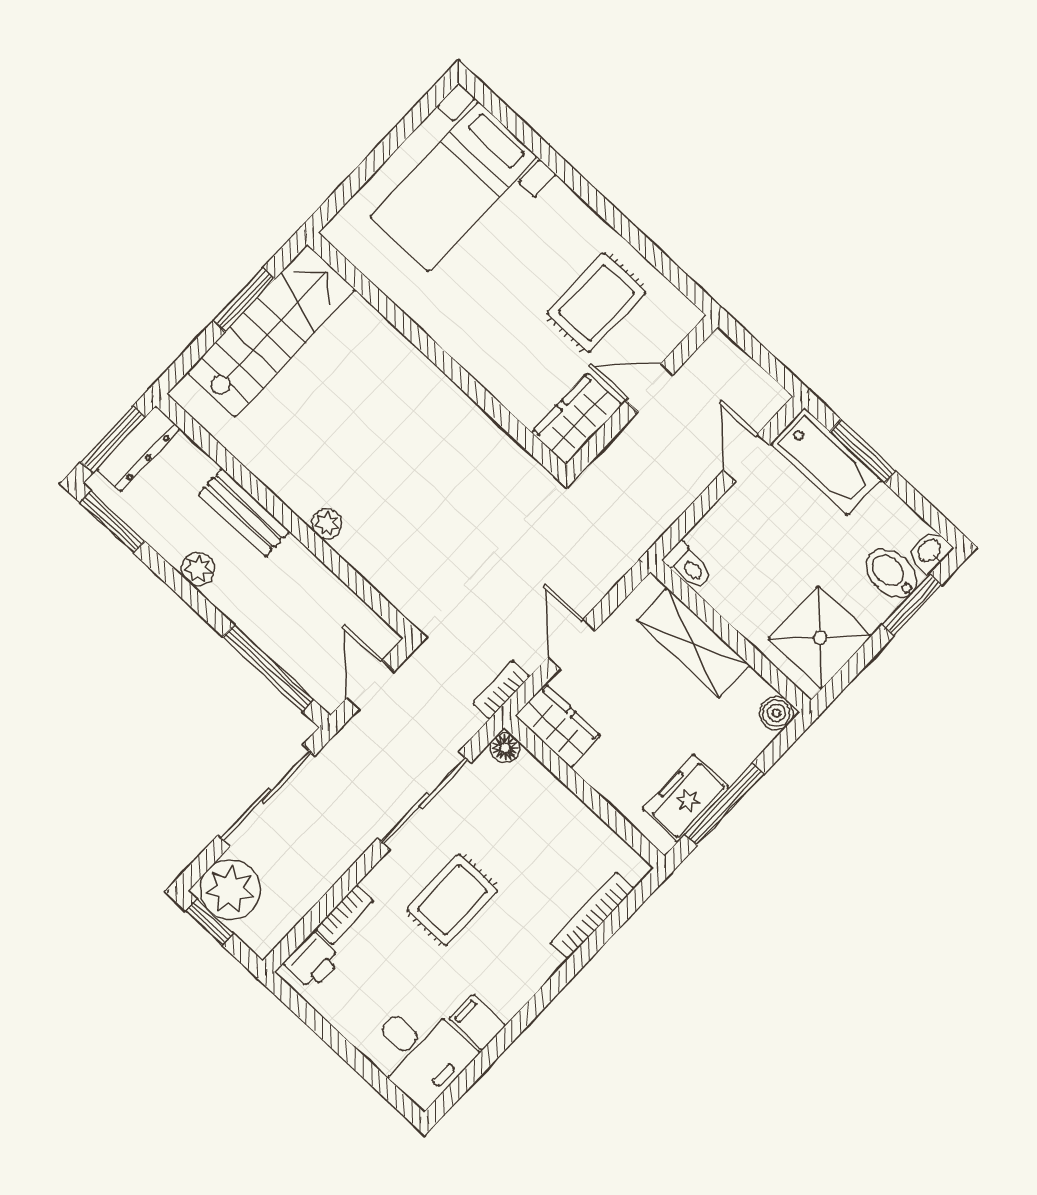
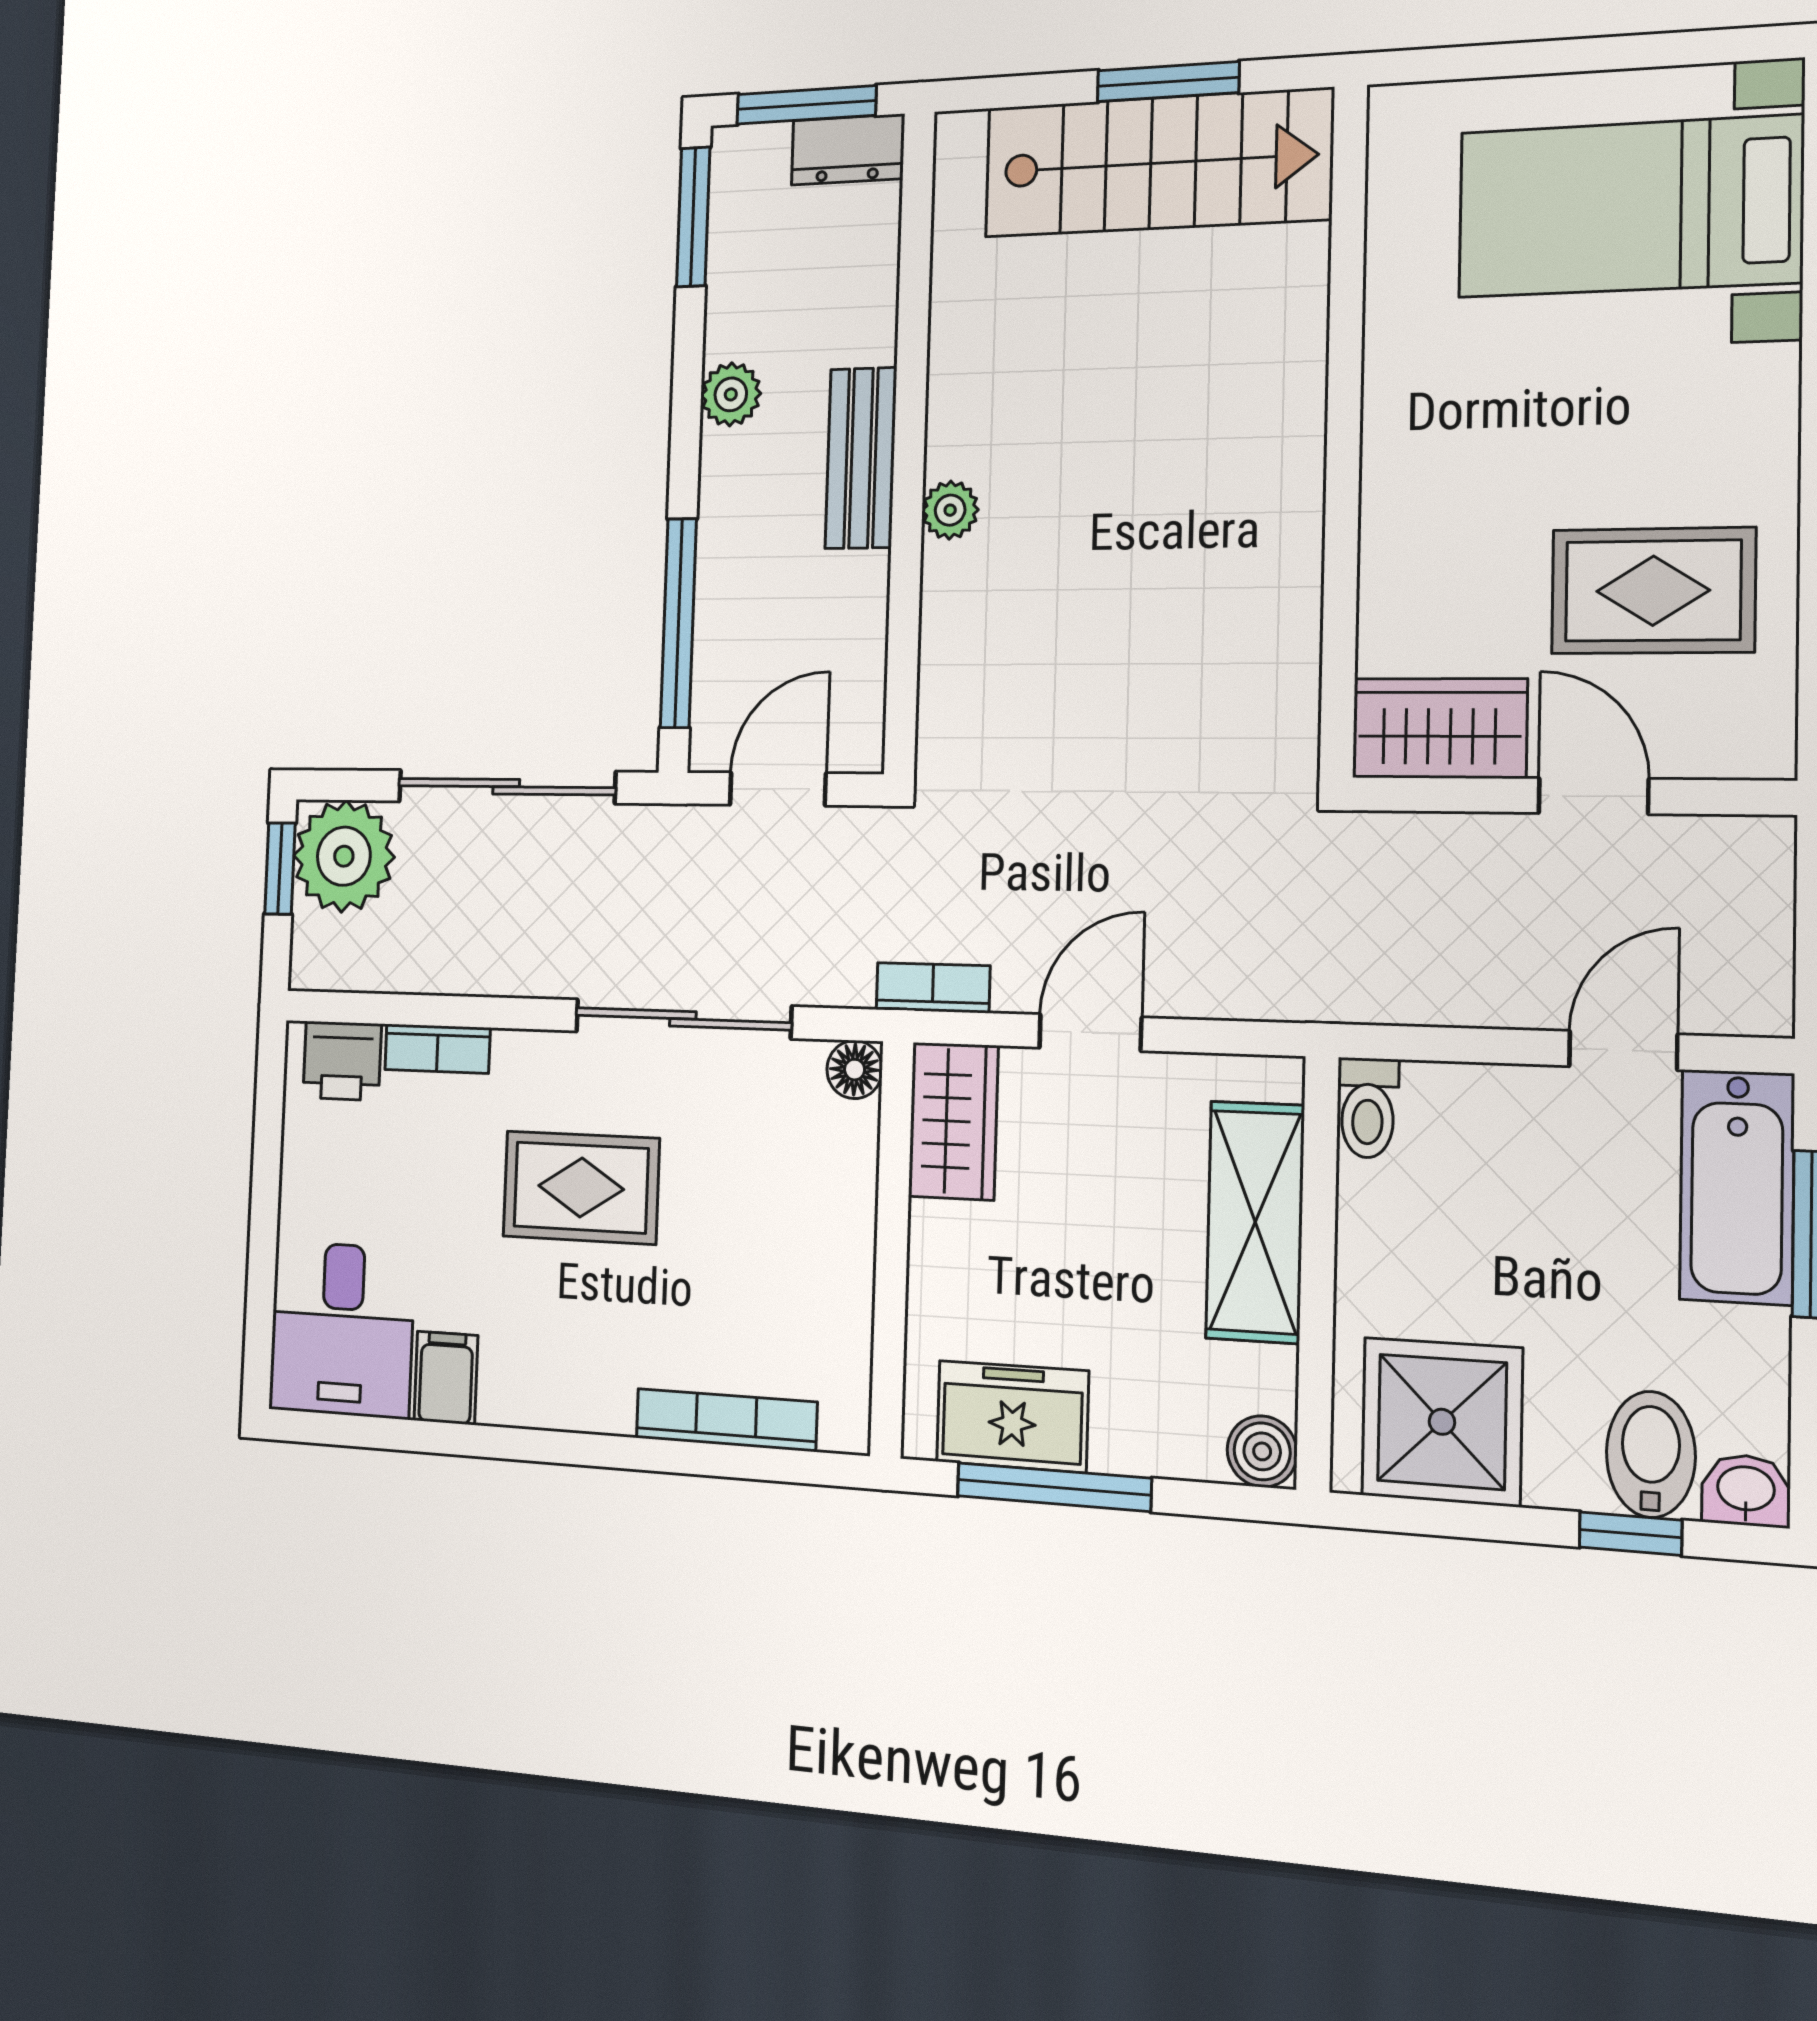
dresser: (138, 449) -> (848, 150), width x0.70
bench: (244, 512) -> (861, 458), moved
window: (912, 605) -> (1630, 1534), width x0.67

